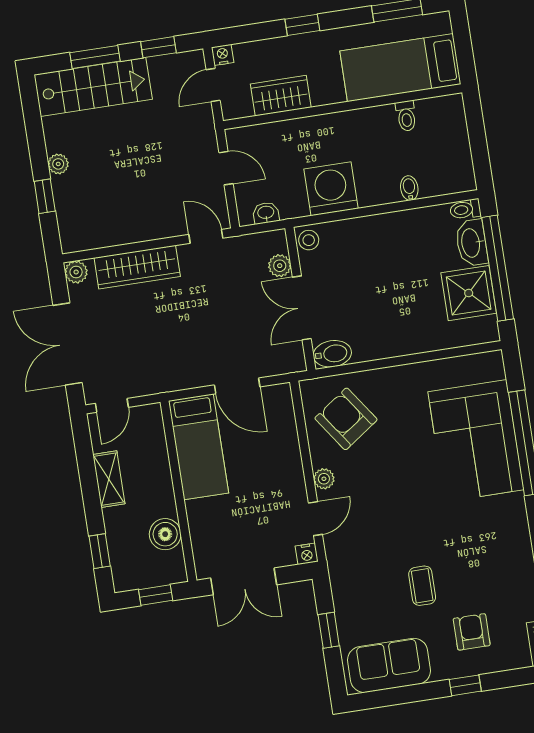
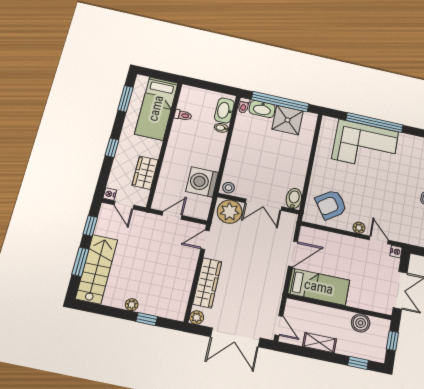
washing machine: (331, 189) -> (202, 182), moved
washbasin: (266, 213) -> (224, 110), moved, width x1.91, depth x1.45
plant: (280, 266) -> (230, 212), width x1.87, depth x1.87

